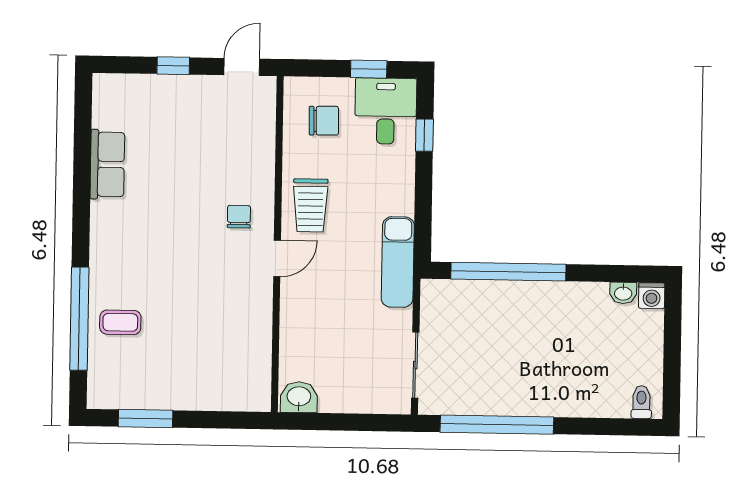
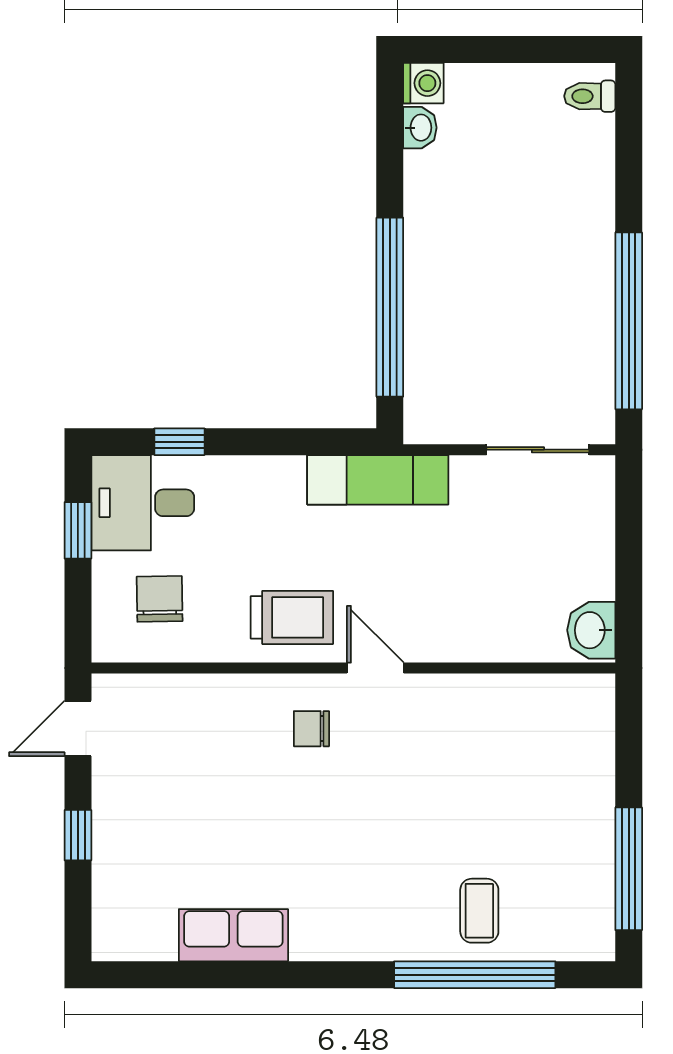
door: (242, 67) -> (78, 728), hinge flipped
window: (146, 419) -> (629, 869), width x1.44

